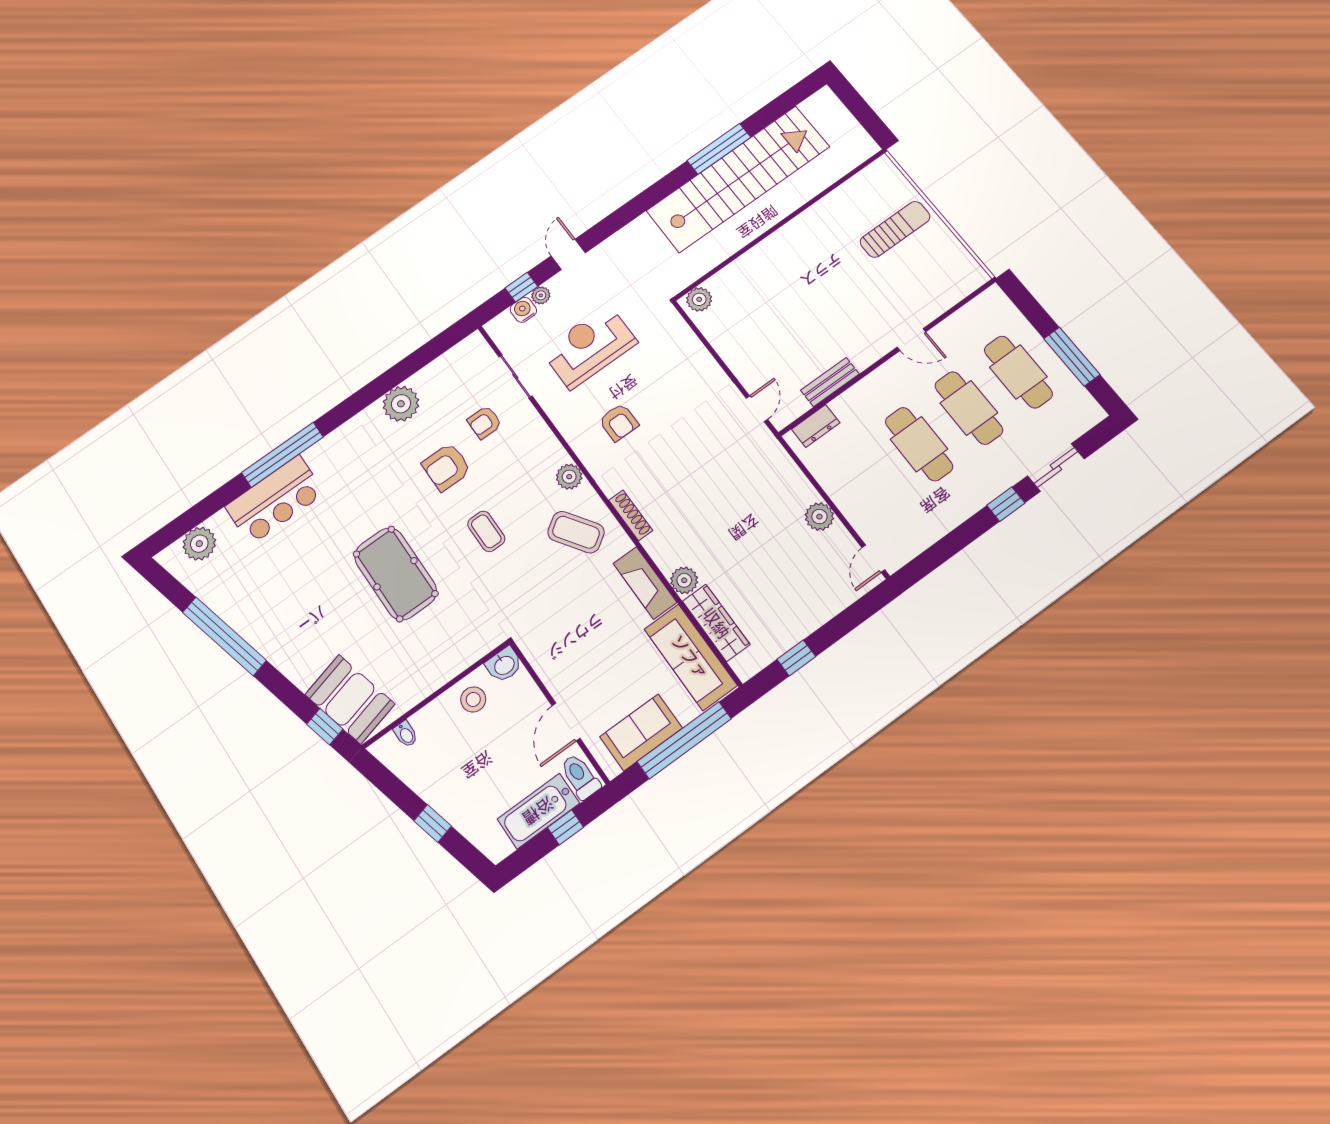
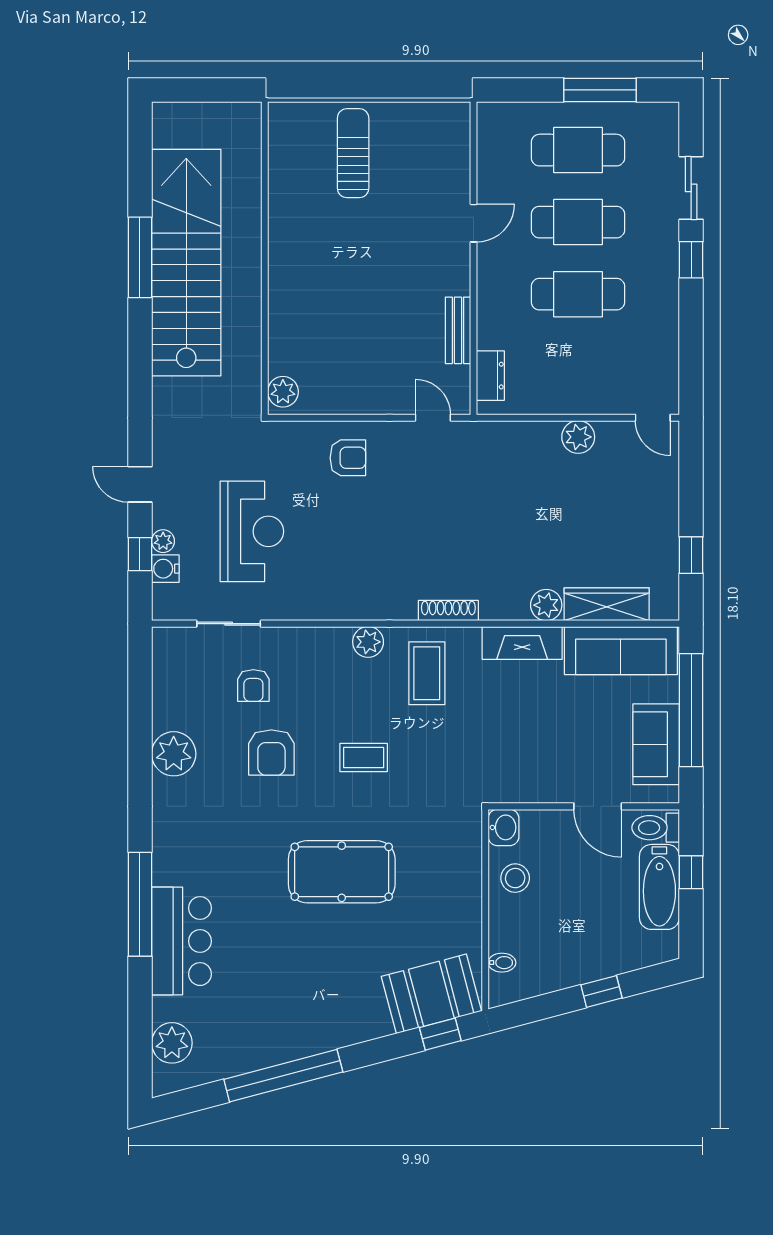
reception desk: (589, 347) -> (252, 531), turned 180
armchair: (619, 422) -> (348, 458), moved
coffee table: (576, 532) -> (427, 673), turned -56

